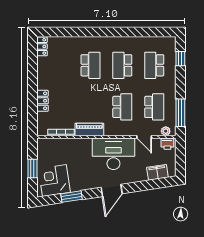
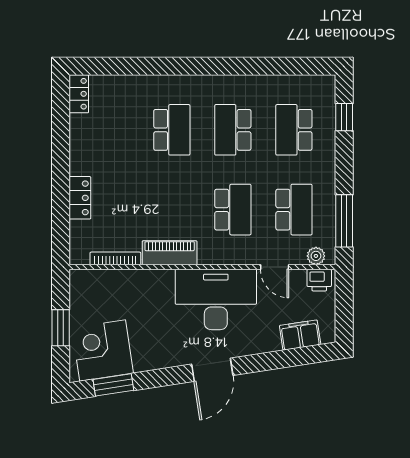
window: (72, 197) -> (113, 385), moved

